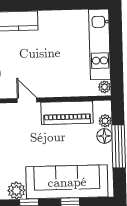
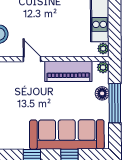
plant: (105, 121) -> (103, 67), moved
plant: (16, 190) -> (21, 141), removed

